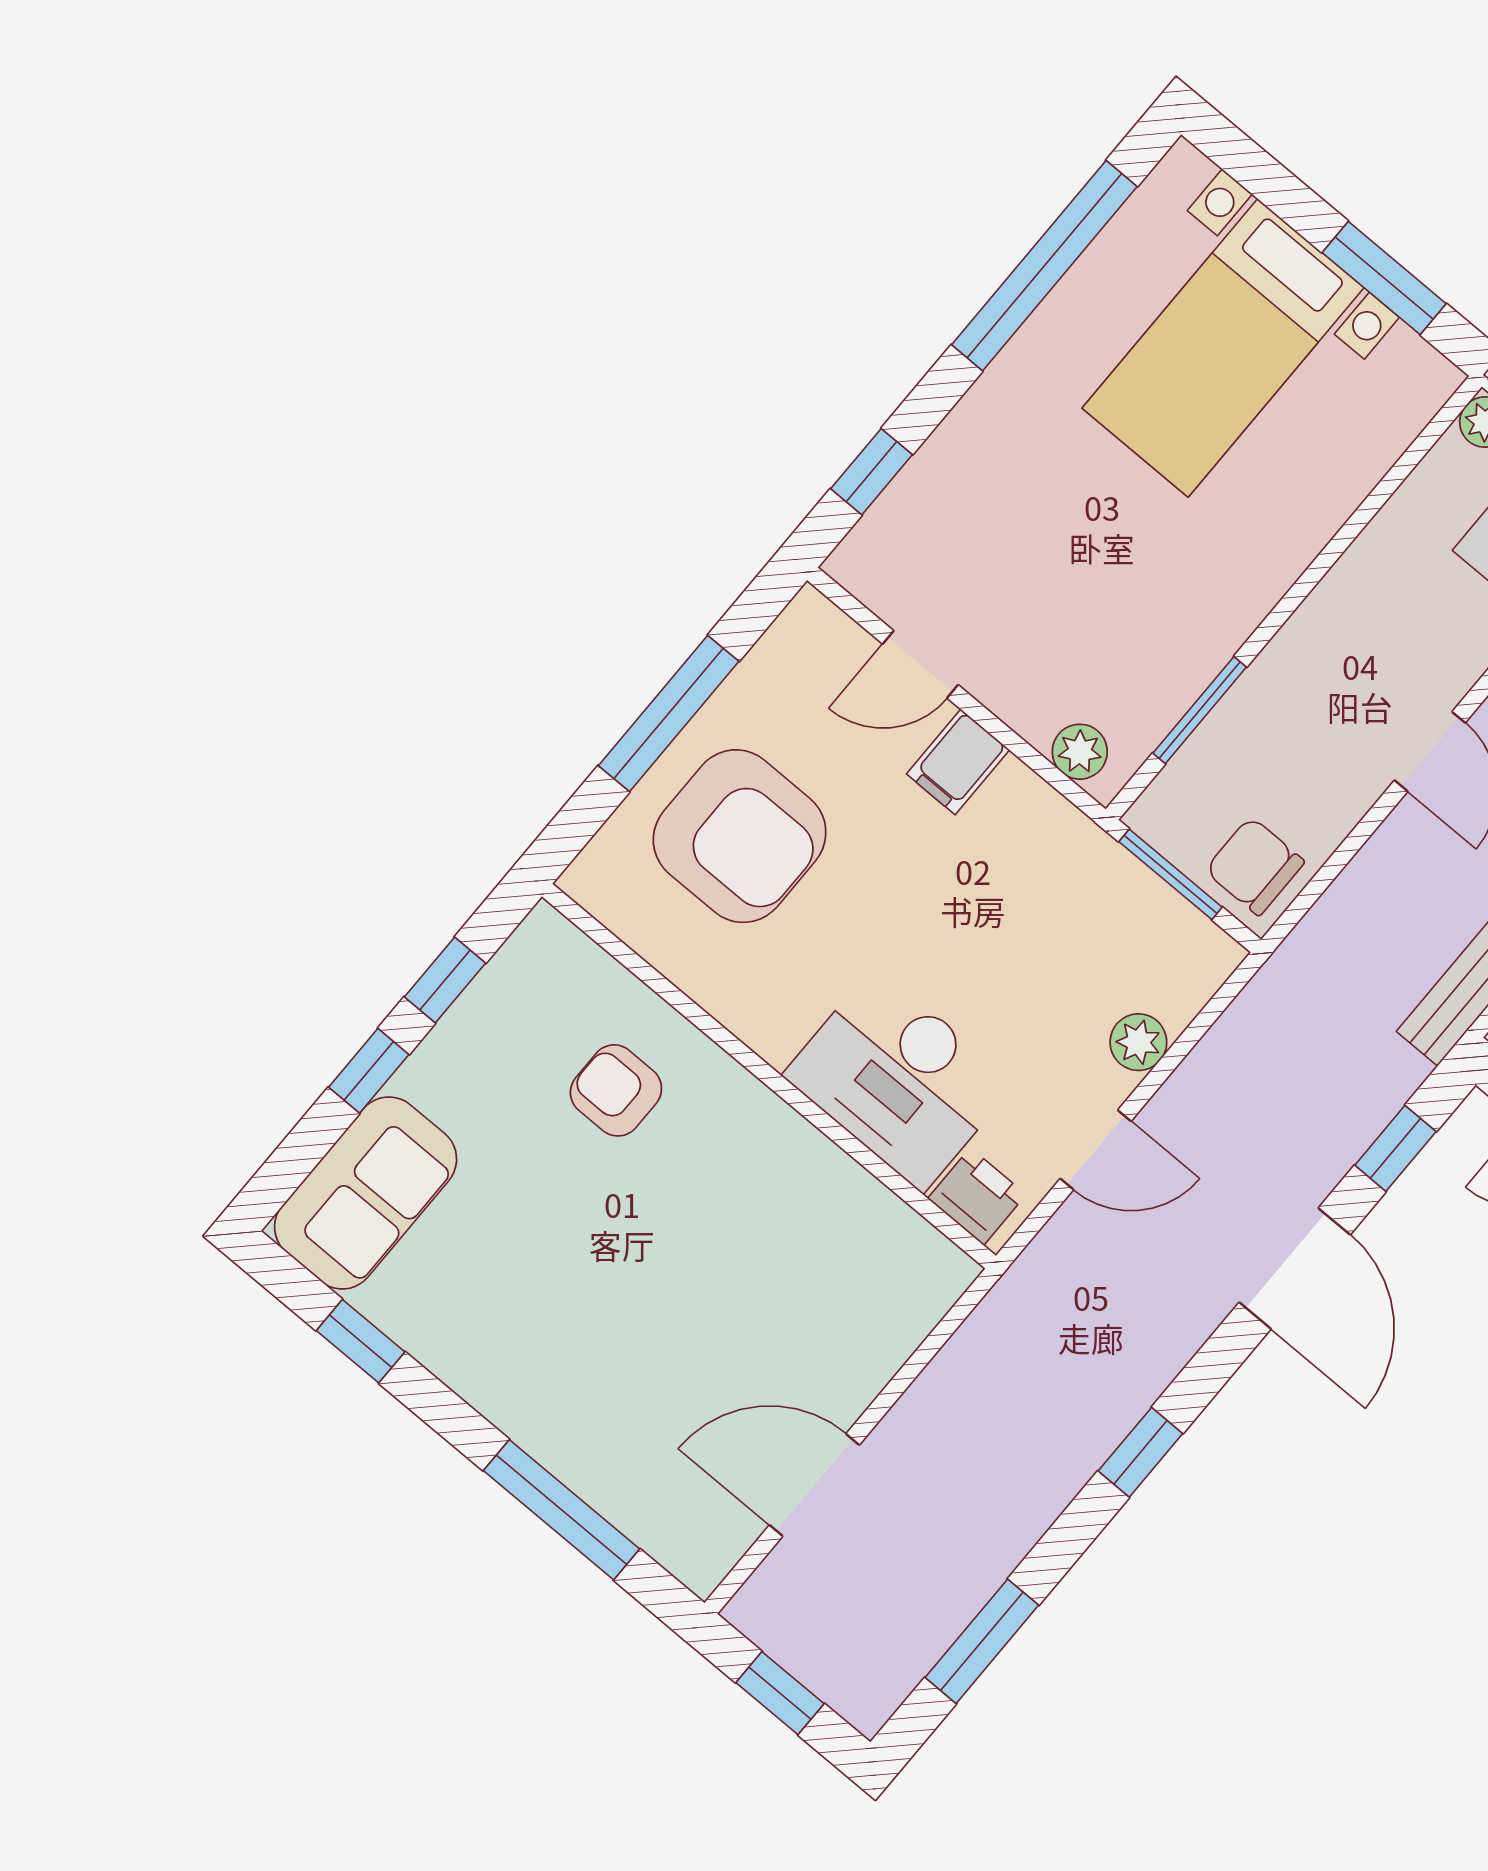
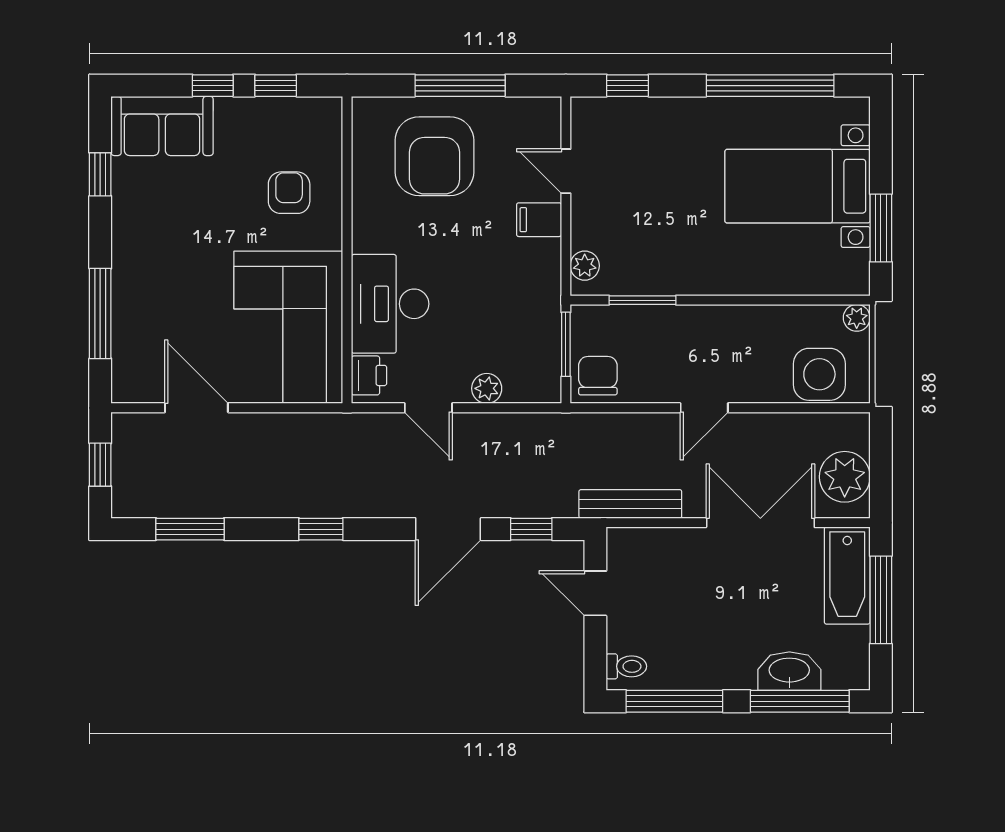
corner sofa: (809, 1255) -> (288, 327), added

